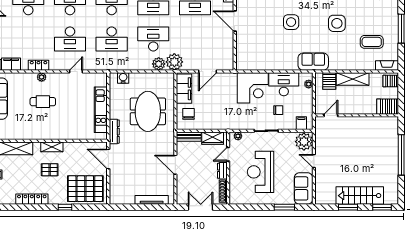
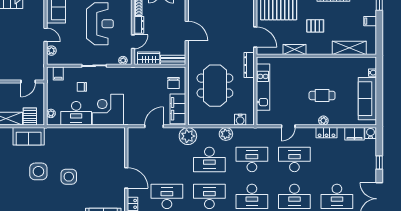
side table: (337, 23) -> (38, 171), moved
sofa: (313, 62) -> (29, 136), moved
plant: (159, 64) -> (226, 134), moved
plant: (304, 142) -> (51, 51), width x0.53, depth x0.53
shelving: (52, 147) -> (295, 49), moved

